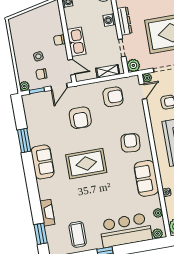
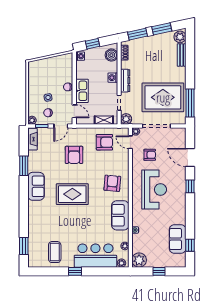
door: (143, 92) -> (130, 142), swing flipped
fireplace: (47, 213) -> (33, 139), moved

